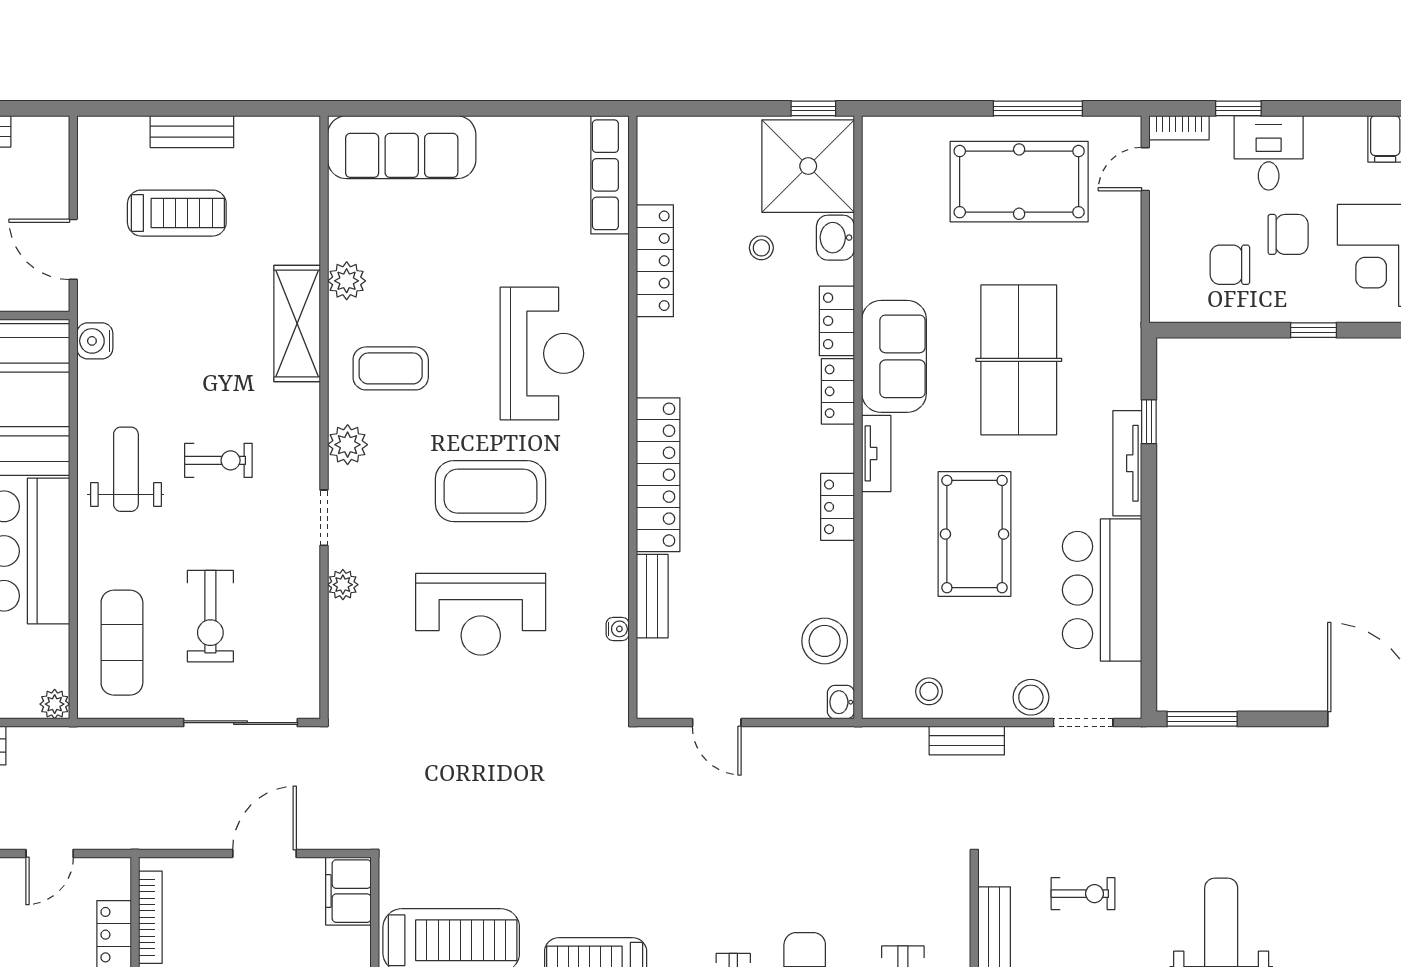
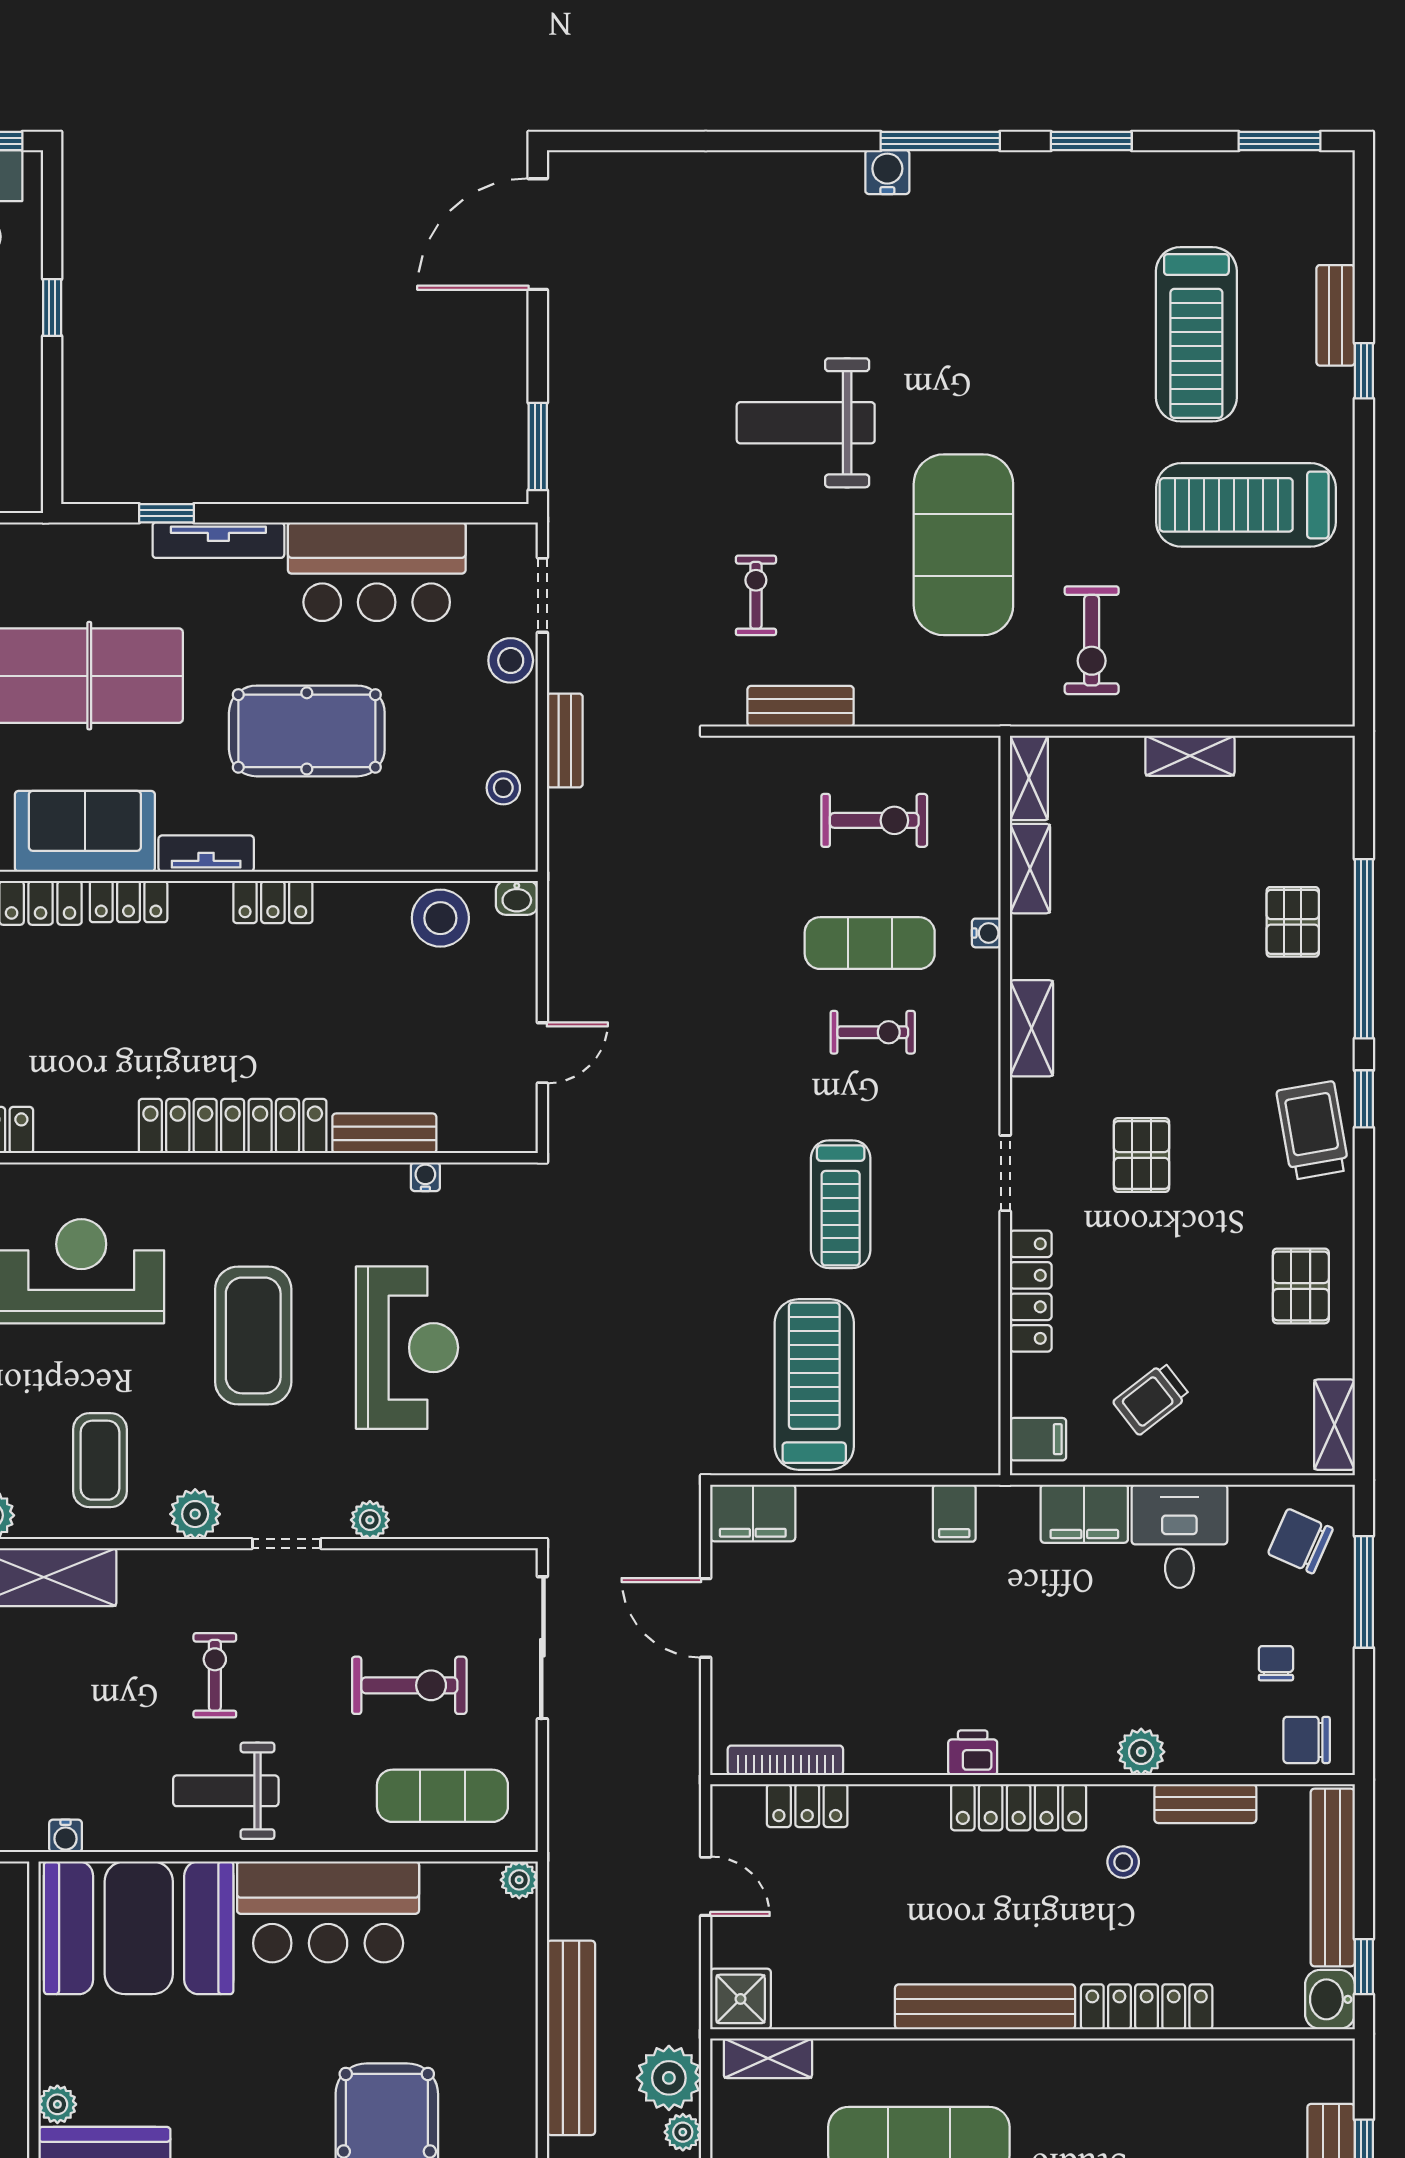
water cooler: (95, 341) -> (66, 1836), width x0.72, depth x0.72

